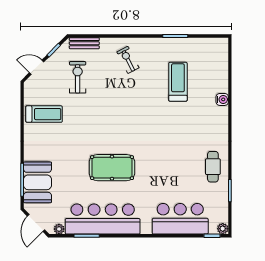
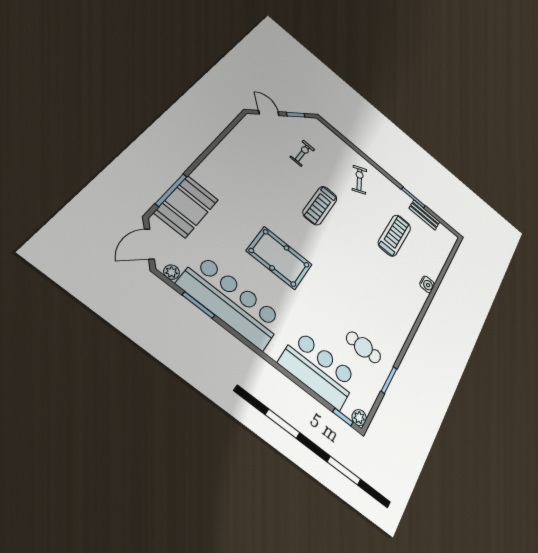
bench: (84, 43) -> (424, 215), moved
exercise bike: (78, 77) -> (302, 153), width x0.73, depth x0.72
treadmill: (44, 114) -> (320, 205), moved, turned 90
cafe table: (213, 167) -> (363, 347), moved, turned 90

